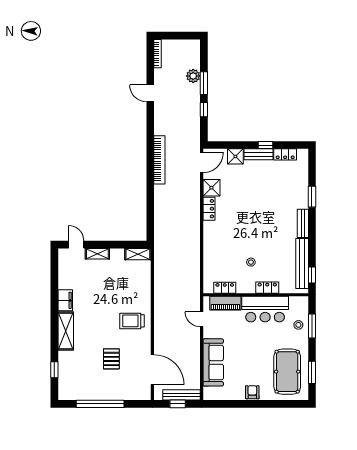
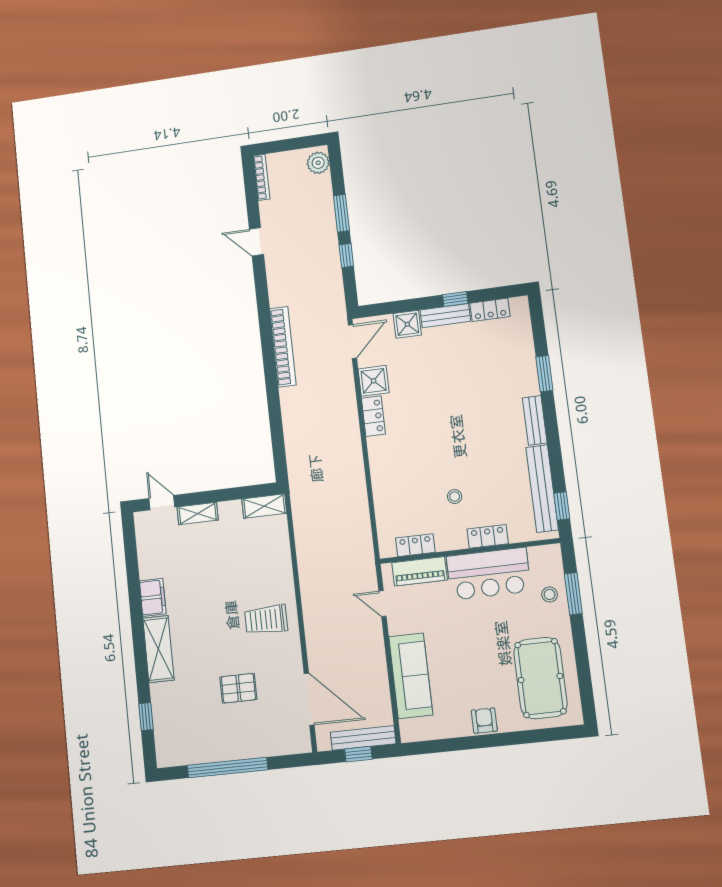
plant: (193, 76) -> (318, 163), moved
pallet: (111, 359) -> (238, 688), turned 90
window: (312, 372) -> (584, 675), removed

